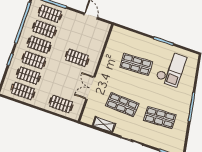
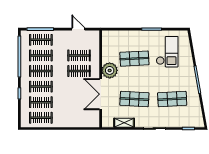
plant: (108, 68) -> (110, 70), added
double door: (90, 88) -> (101, 94), width x1.37
clothes rail: (61, 104) -> (79, 55), moved

